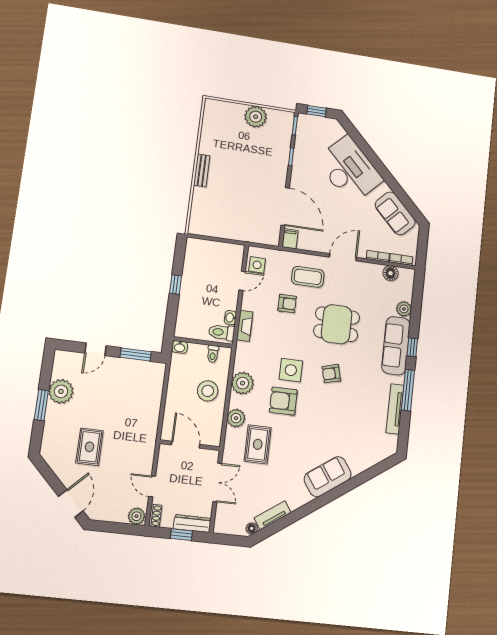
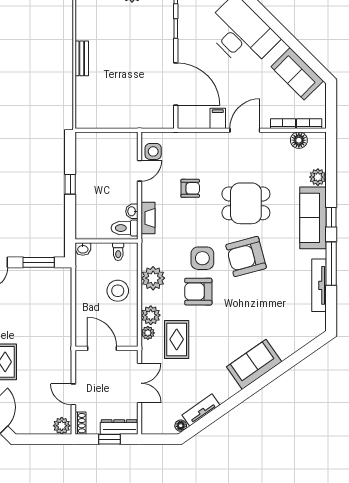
filing cabinet: (290, 239) -> (218, 118), moved
coffee table: (308, 277) -> (209, 157), removed
armchair: (331, 374) -> (246, 256), width x1.88, depth x1.88
plant: (231, 435) -> (148, 333), added

